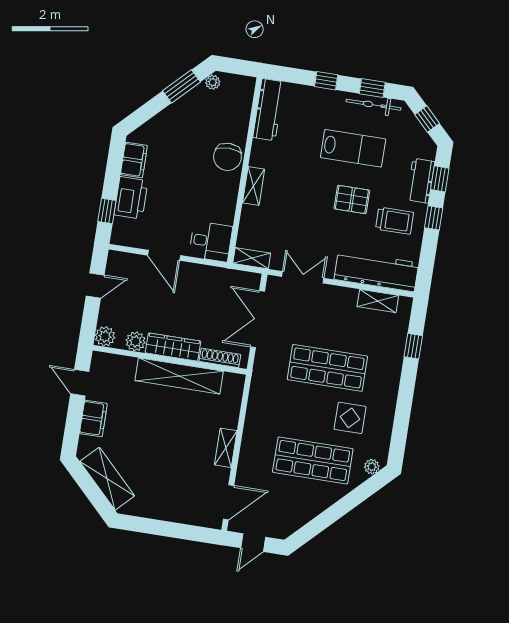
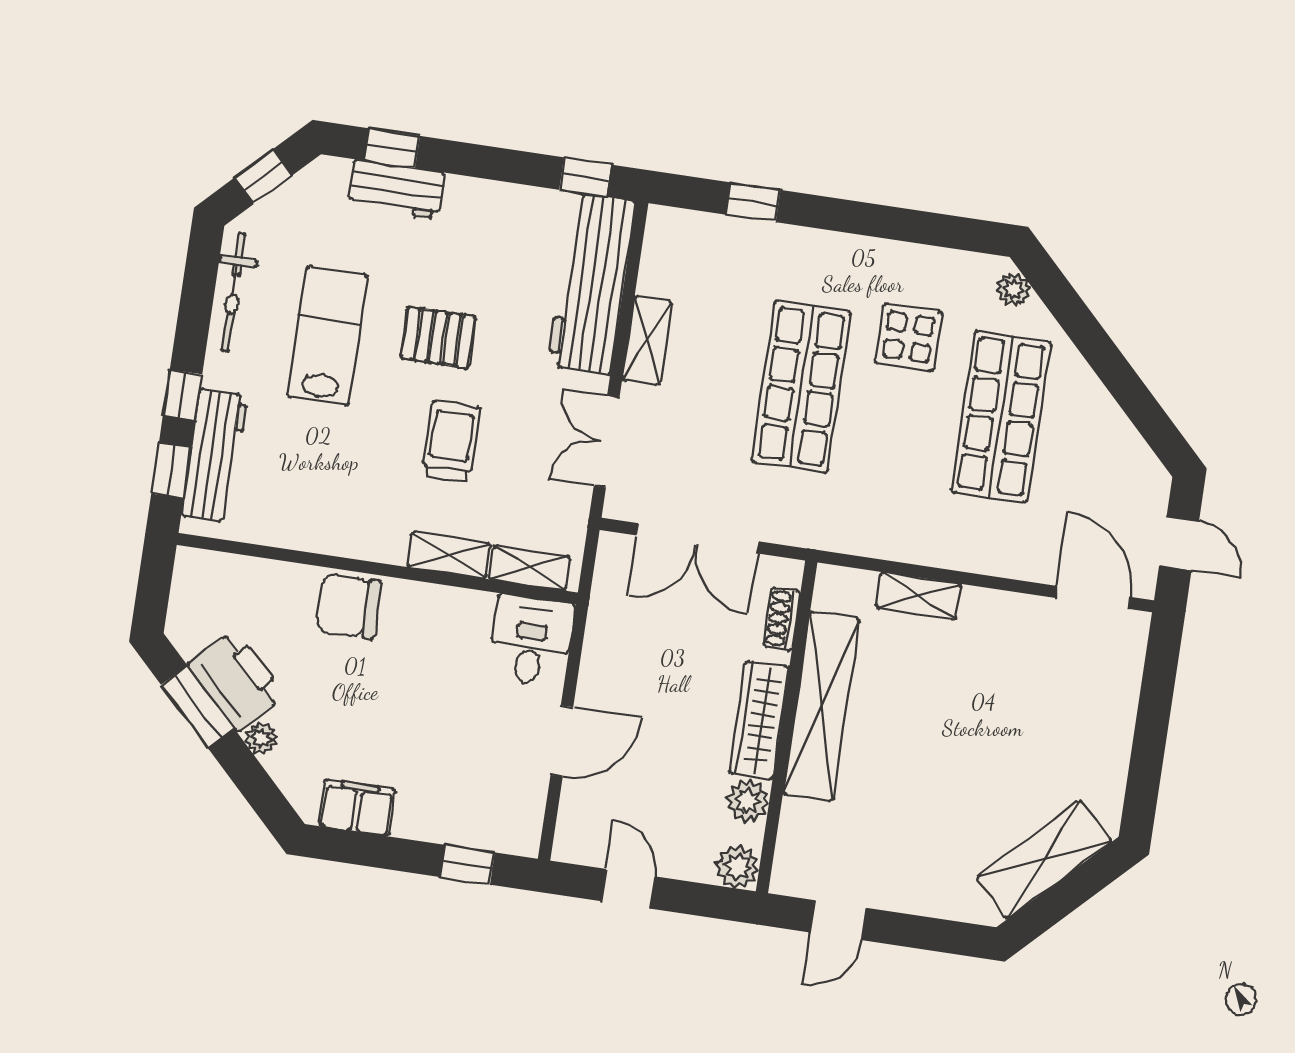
plant: (213, 82) -> (261, 738), moved
window: (372, 88) -> (171, 470), moved
workbench: (269, 110) -> (215, 456), moved, turned 90
chair: (228, 157) -> (348, 606), turned 180
shelving: (254, 186) -> (449, 555), moved
printer: (131, 198) -> (236, 680), moved, turned 45
pallet: (352, 199) -> (438, 337), turned 90
window: (434, 218) -> (585, 177), moved
trolley: (395, 221) -> (451, 441), moved
shelving: (252, 258) -> (530, 568), moved, turned 90
shelving: (378, 301) -> (647, 341), moved
shoe rack: (220, 358) -> (782, 619), width x0.70
filing cabinet: (93, 418) -> (915, 890), removed
shelving: (226, 448) -> (919, 596), moved

